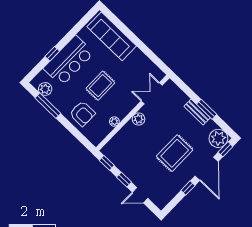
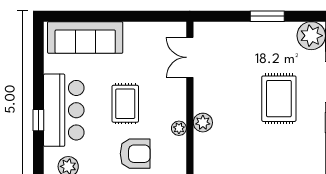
bench: (197, 112) -> (260, 29), removed
plant: (138, 119) -> (203, 123), moved

